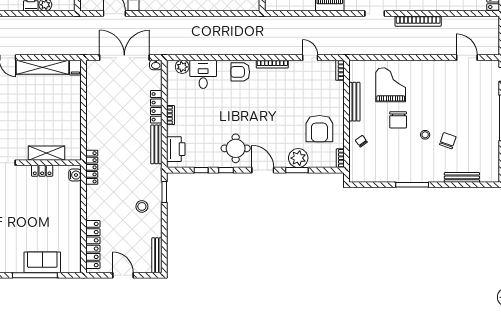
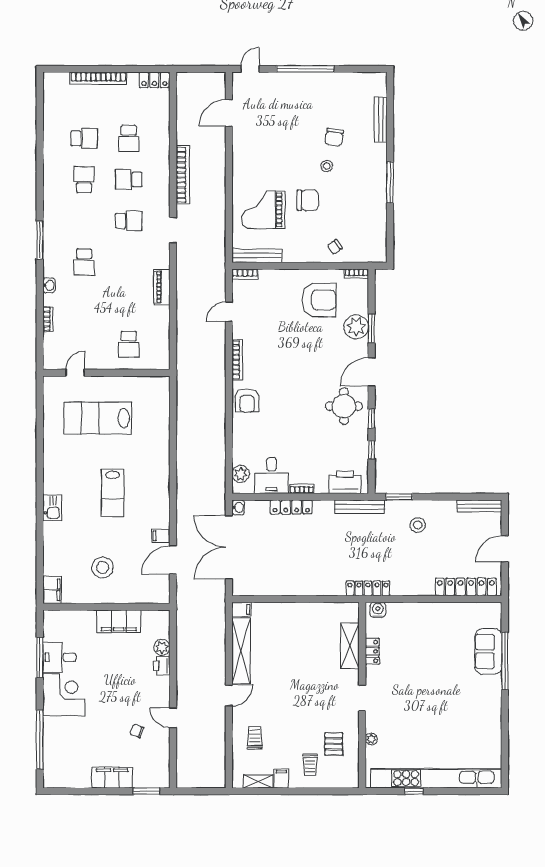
desk: (203, 74) -> (272, 475), moved, turned -90
bench: (354, 102) -> (257, 256), moved
chair: (448, 141) -> (334, 137), turned -100
bench: (156, 144) -> (359, 507), moved

